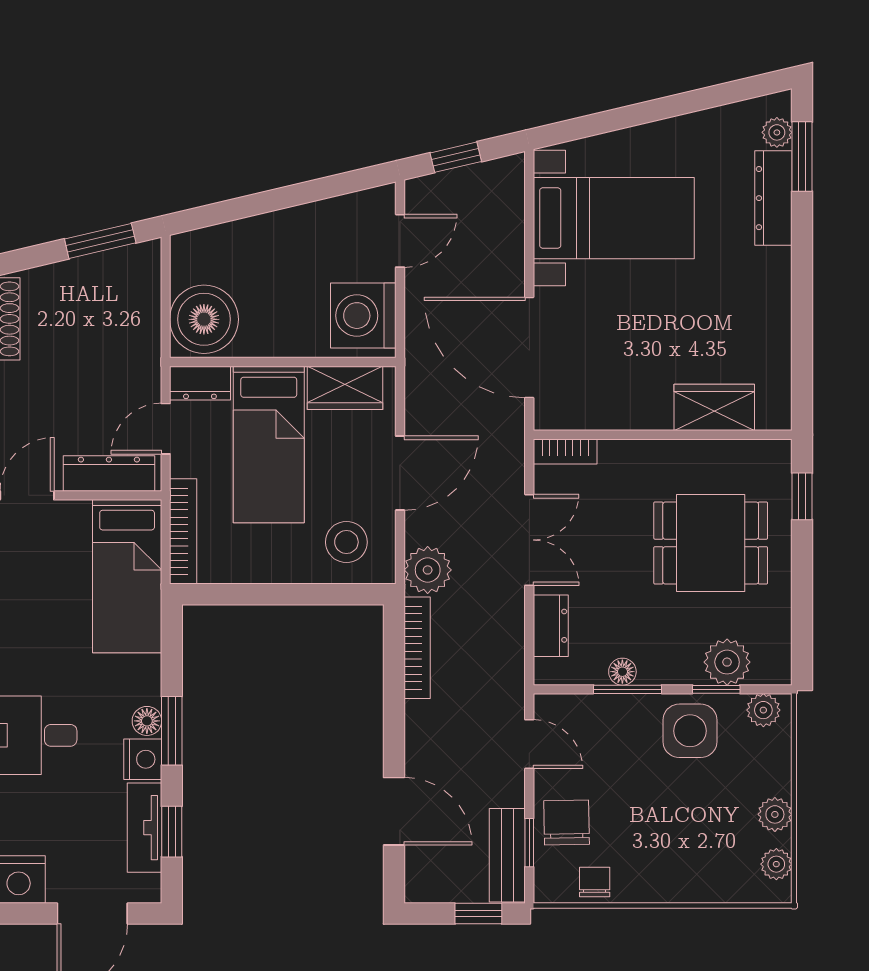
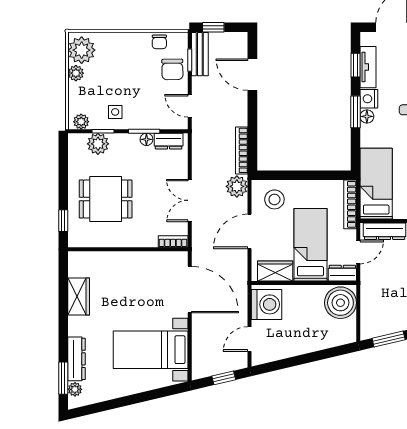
wardrobe: (714, 407) -> (79, 297), moved, turned -90
dresser: (551, 626) -> (169, 141), moved, turned -90
side table: (690, 731) -> (115, 112), width x0.54, depth x0.54
plant: (776, 864) -> (82, 50), width x1.87, depth x1.87

